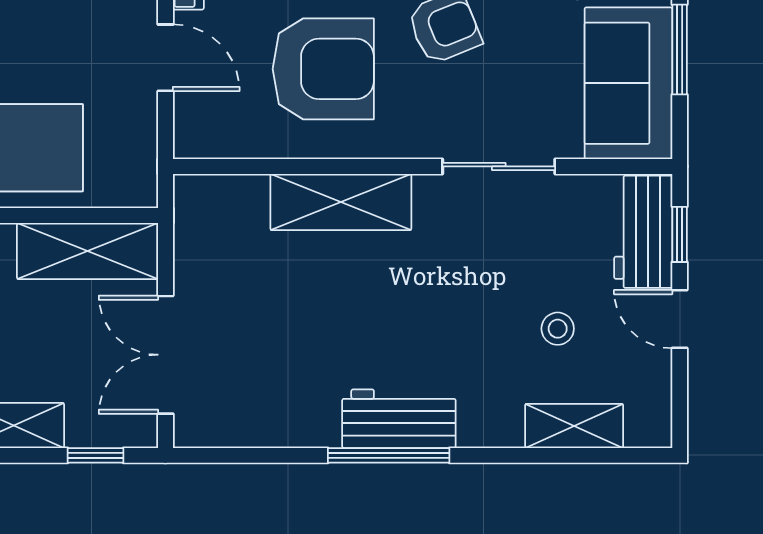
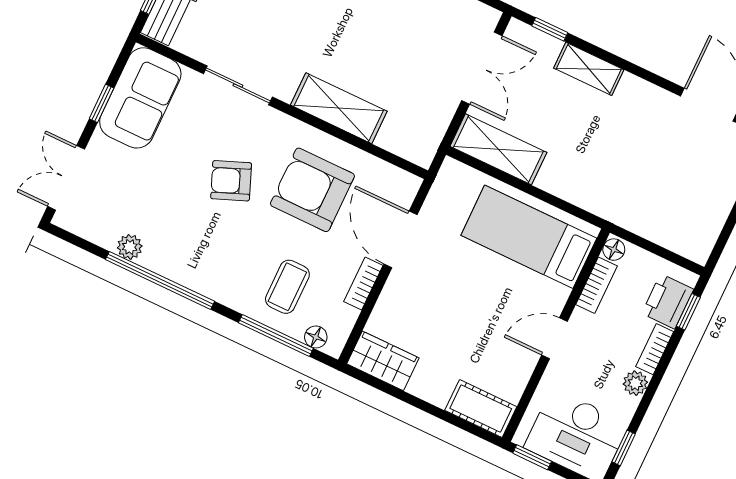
window: (680, 50) -> (101, 103), width x0.67
door: (165, 58) -> (401, 239), width x1.37

